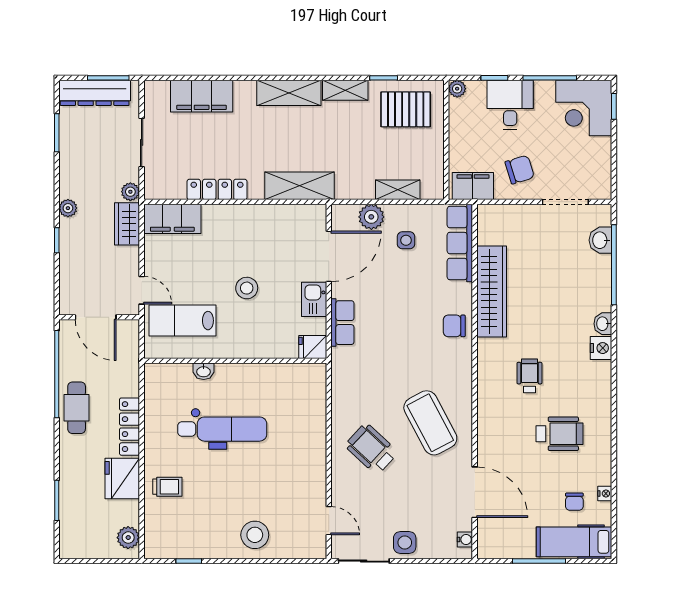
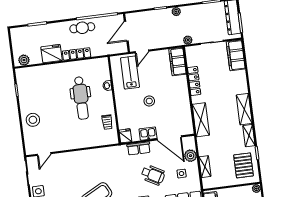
filing cabinet: (202, 96) -> (236, 55), moved
wardrobe: (127, 224) -> (172, 40), removed
wheelchair: (371, 449) -> (153, 175), moved, turned 76
trolley: (167, 487) -> (107, 122), moved

